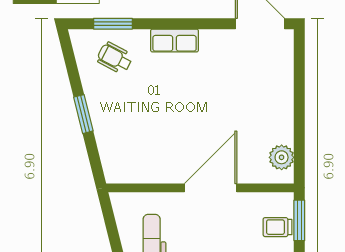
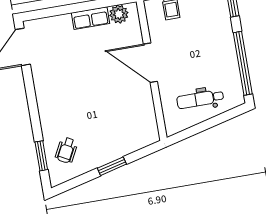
row of seats: (175, 41) -> (90, 18), moved, turned 90

